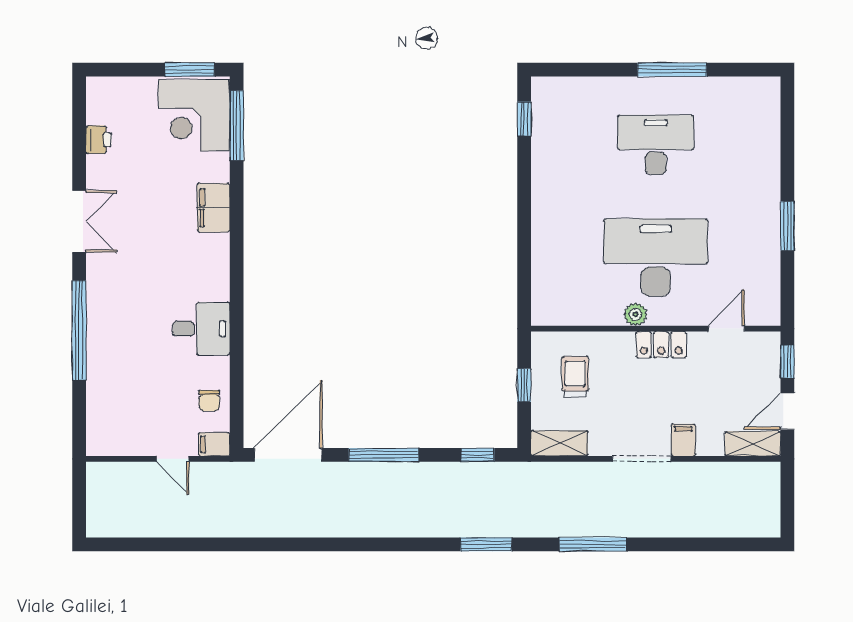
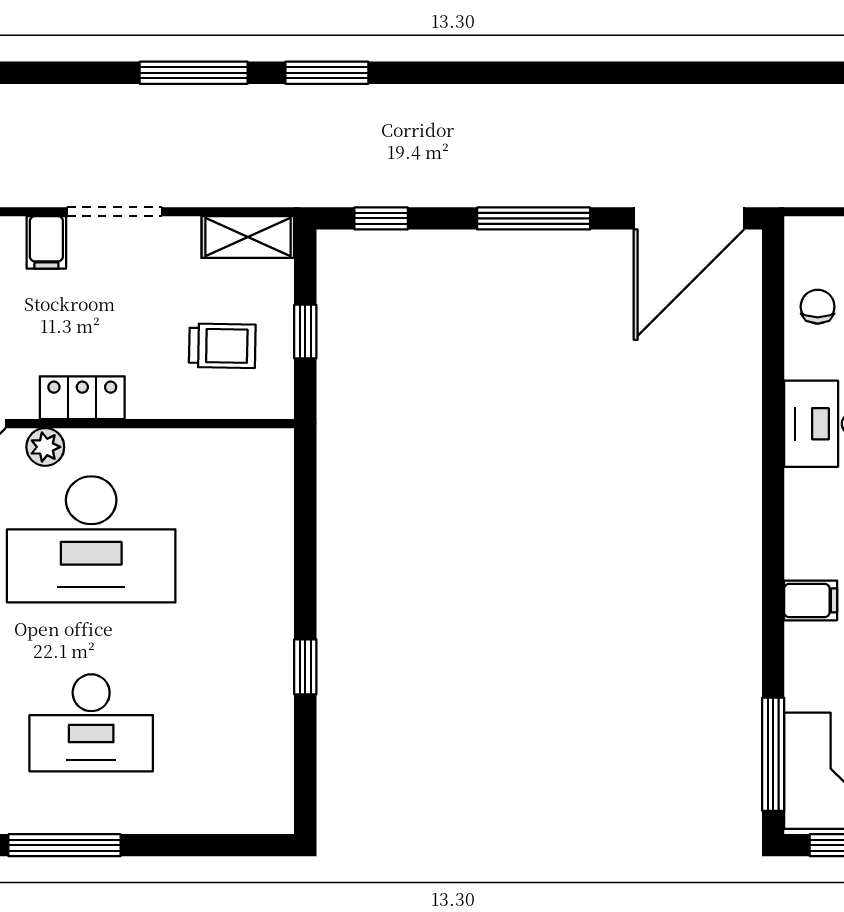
window: (524, 119) -> (305, 667), moved
filing cabinet: (213, 208) -> (811, 600), width x0.50
plant: (635, 314) -> (45, 447), moved
trolley: (575, 377) -> (222, 346), turned -89
filing cabinet: (214, 444) -> (810, 235), removed
window: (486, 544) -> (327, 73), moved

